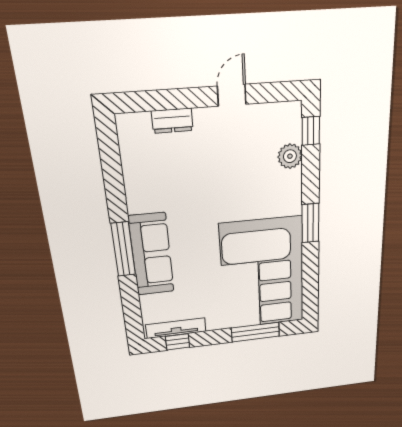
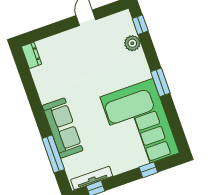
dresser: (172, 121) -> (32, 55), moved, turned -90
window: (123, 249) -> (53, 154), moved
window: (255, 332) -> (148, 170), width x0.46

